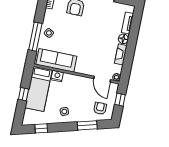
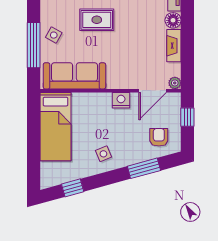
rug: (77, 29) -> (97, 20), added
nightstand: (57, 76) -> (121, 100), moved
door: (102, 79) -> (153, 91), hinge flipped
window: (23, 94) -> (34, 140), removed

